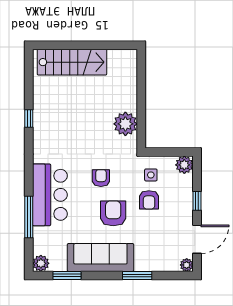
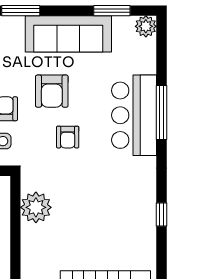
window: (29, 217) -> (162, 112), moved

